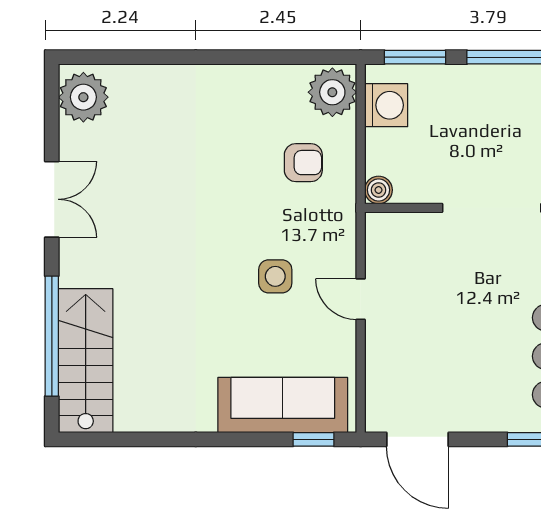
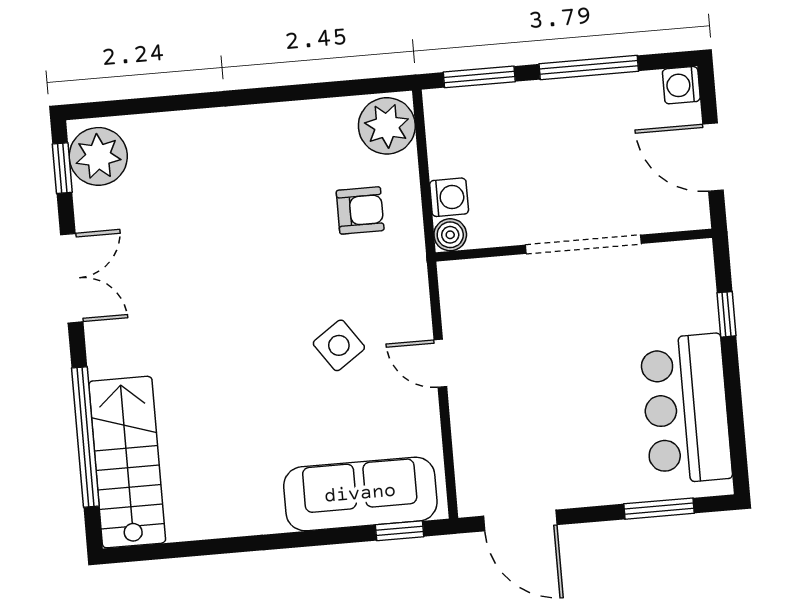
window: (52, 105) -> (62, 168), added
washing machine: (386, 105) -> (449, 197), moved, width x0.73, depth x0.73
side table: (275, 276) -> (339, 345), turned -35

